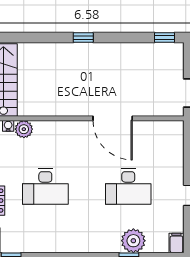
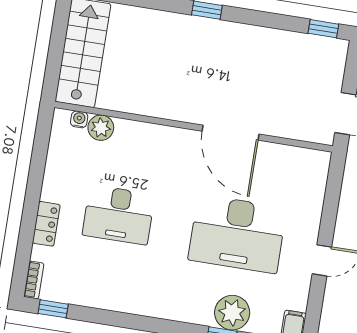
desk: (128, 187) -> (237, 234), width x1.36, depth x1.30

